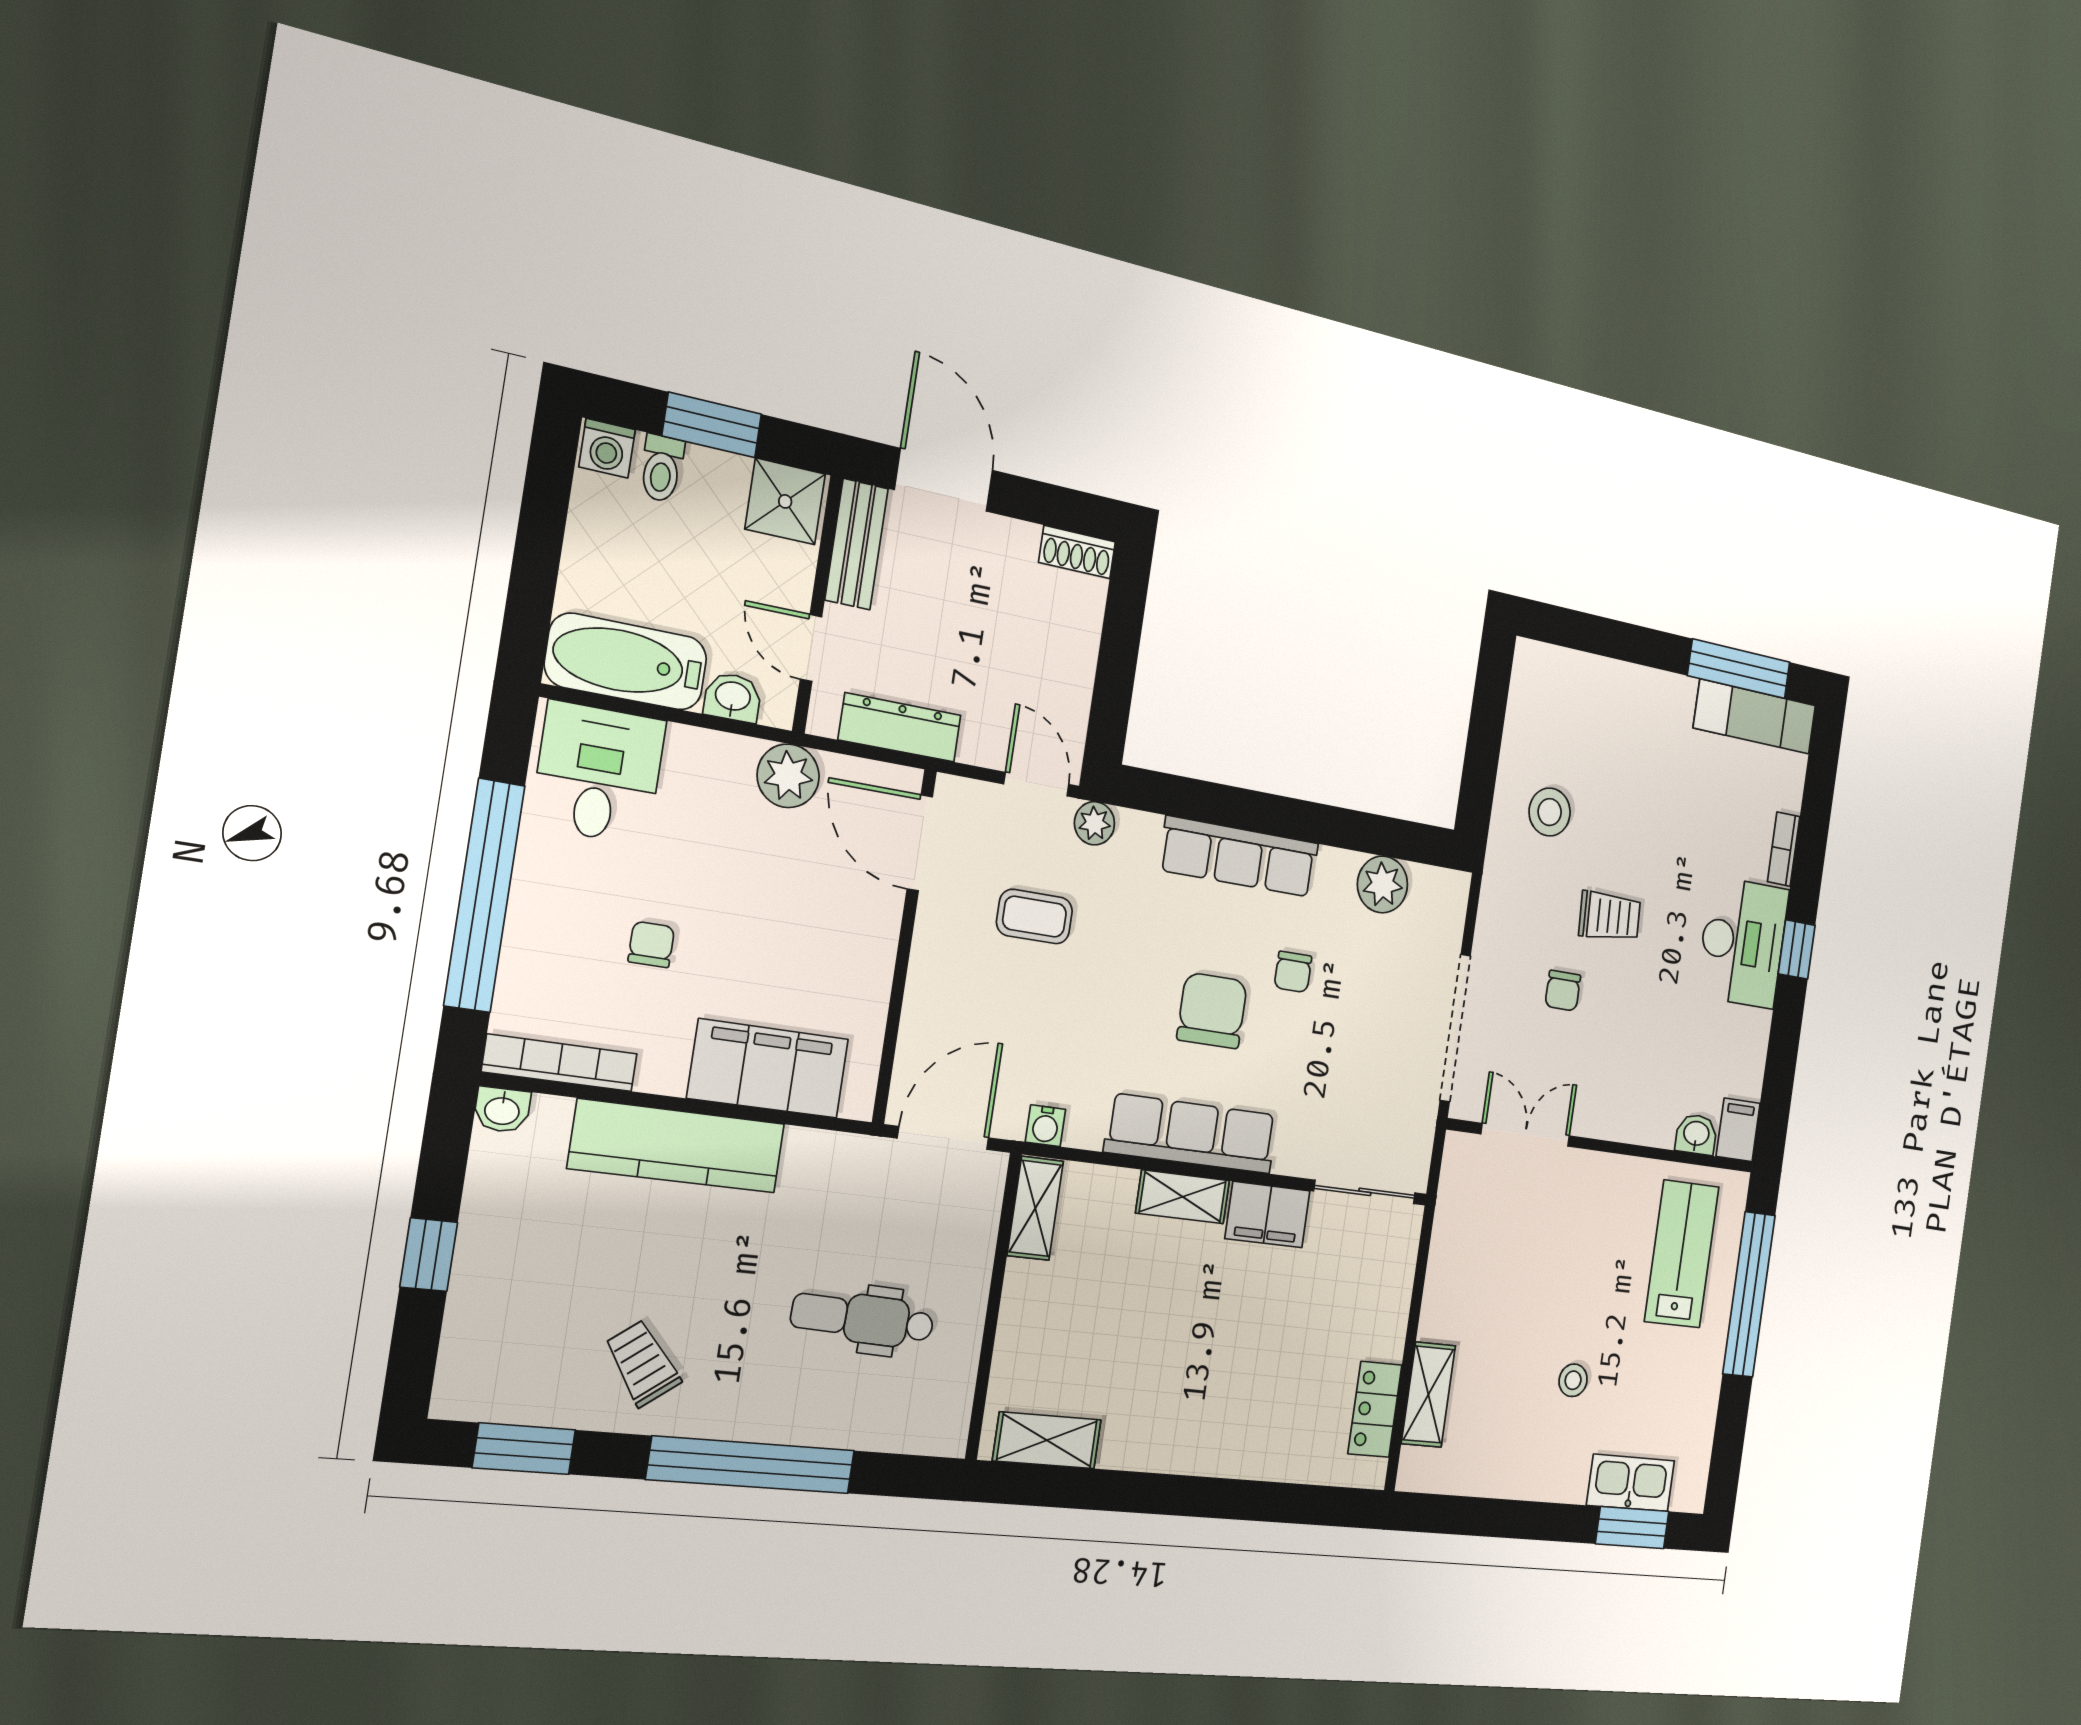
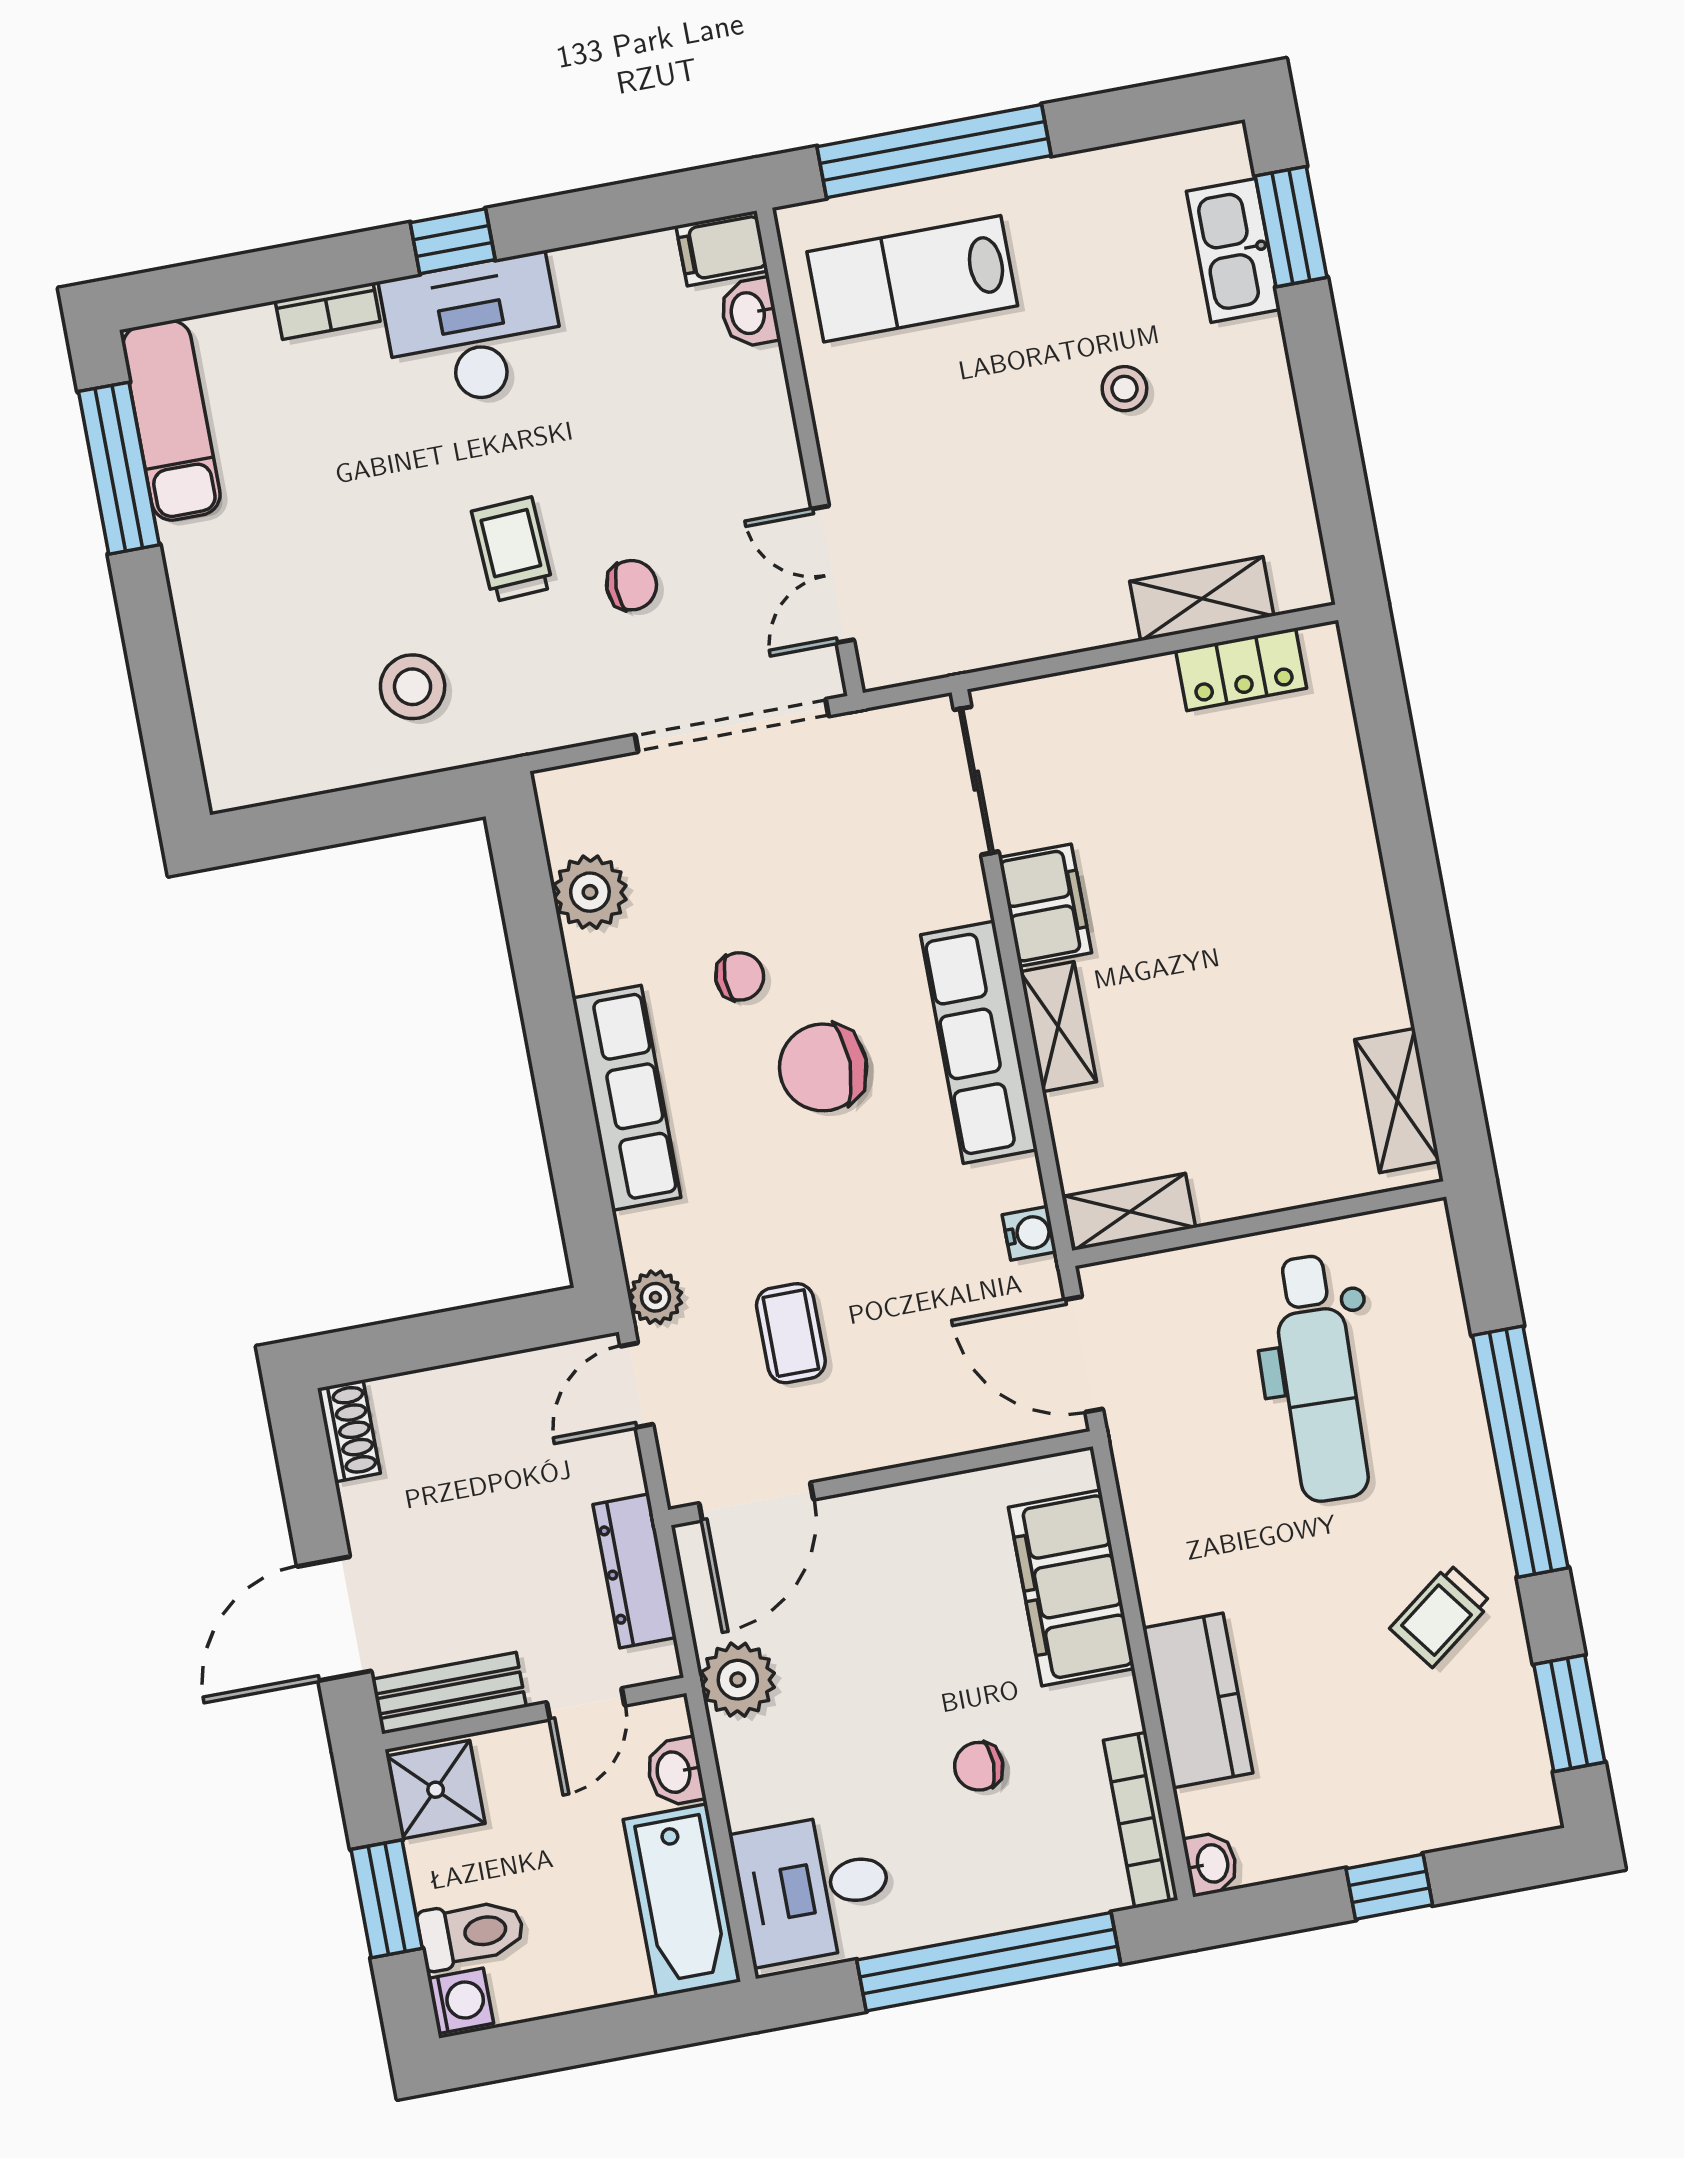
toilet: (662, 468) -> (471, 1933), width x1.37, depth x1.39
kitchen counter: (677, 1146) -> (1198, 1701), width x0.67
dental chair: (863, 1319) -> (1319, 1378), width x1.36, depth x1.38

